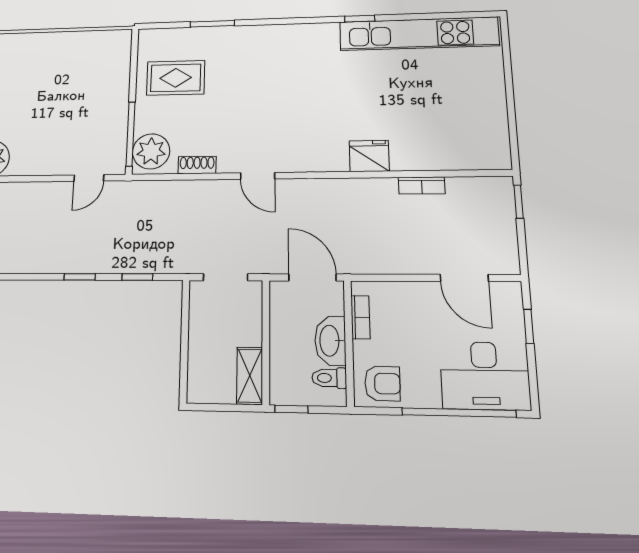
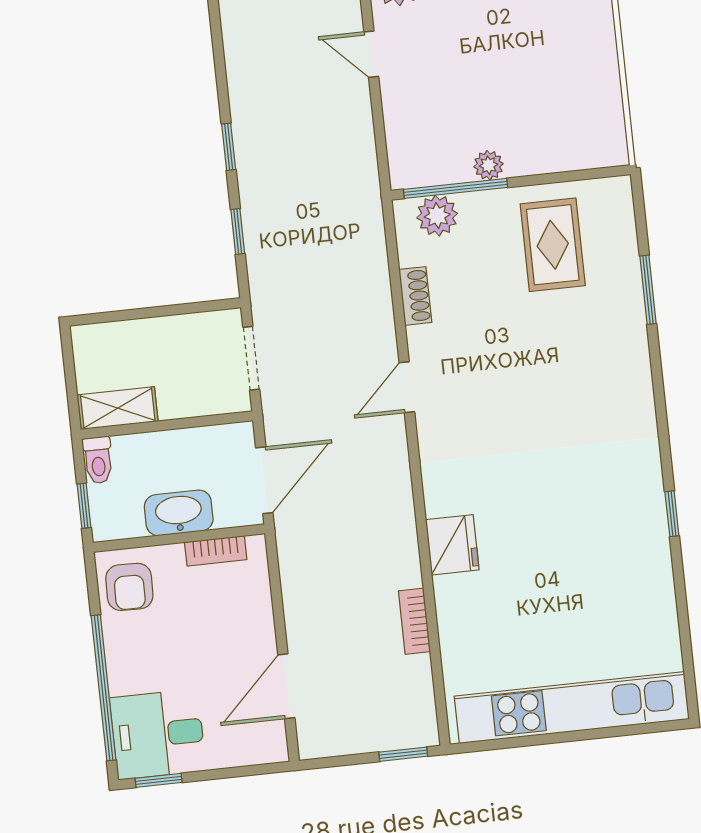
kitchen unit: (419, 34) -> (572, 708), moved, turned 90
plant: (119, 113) -> (488, 165), added
plant: (151, 151) -> (437, 216), width x0.73, depth x0.73
door: (89, 178) -> (371, 54), moved
window: (529, 326) -> (159, 780), moved
desk: (485, 376) -> (158, 734), width x0.73
toilet: (329, 378) -> (98, 460), moved, turned 180
window: (291, 409) -> (84, 506), moved

